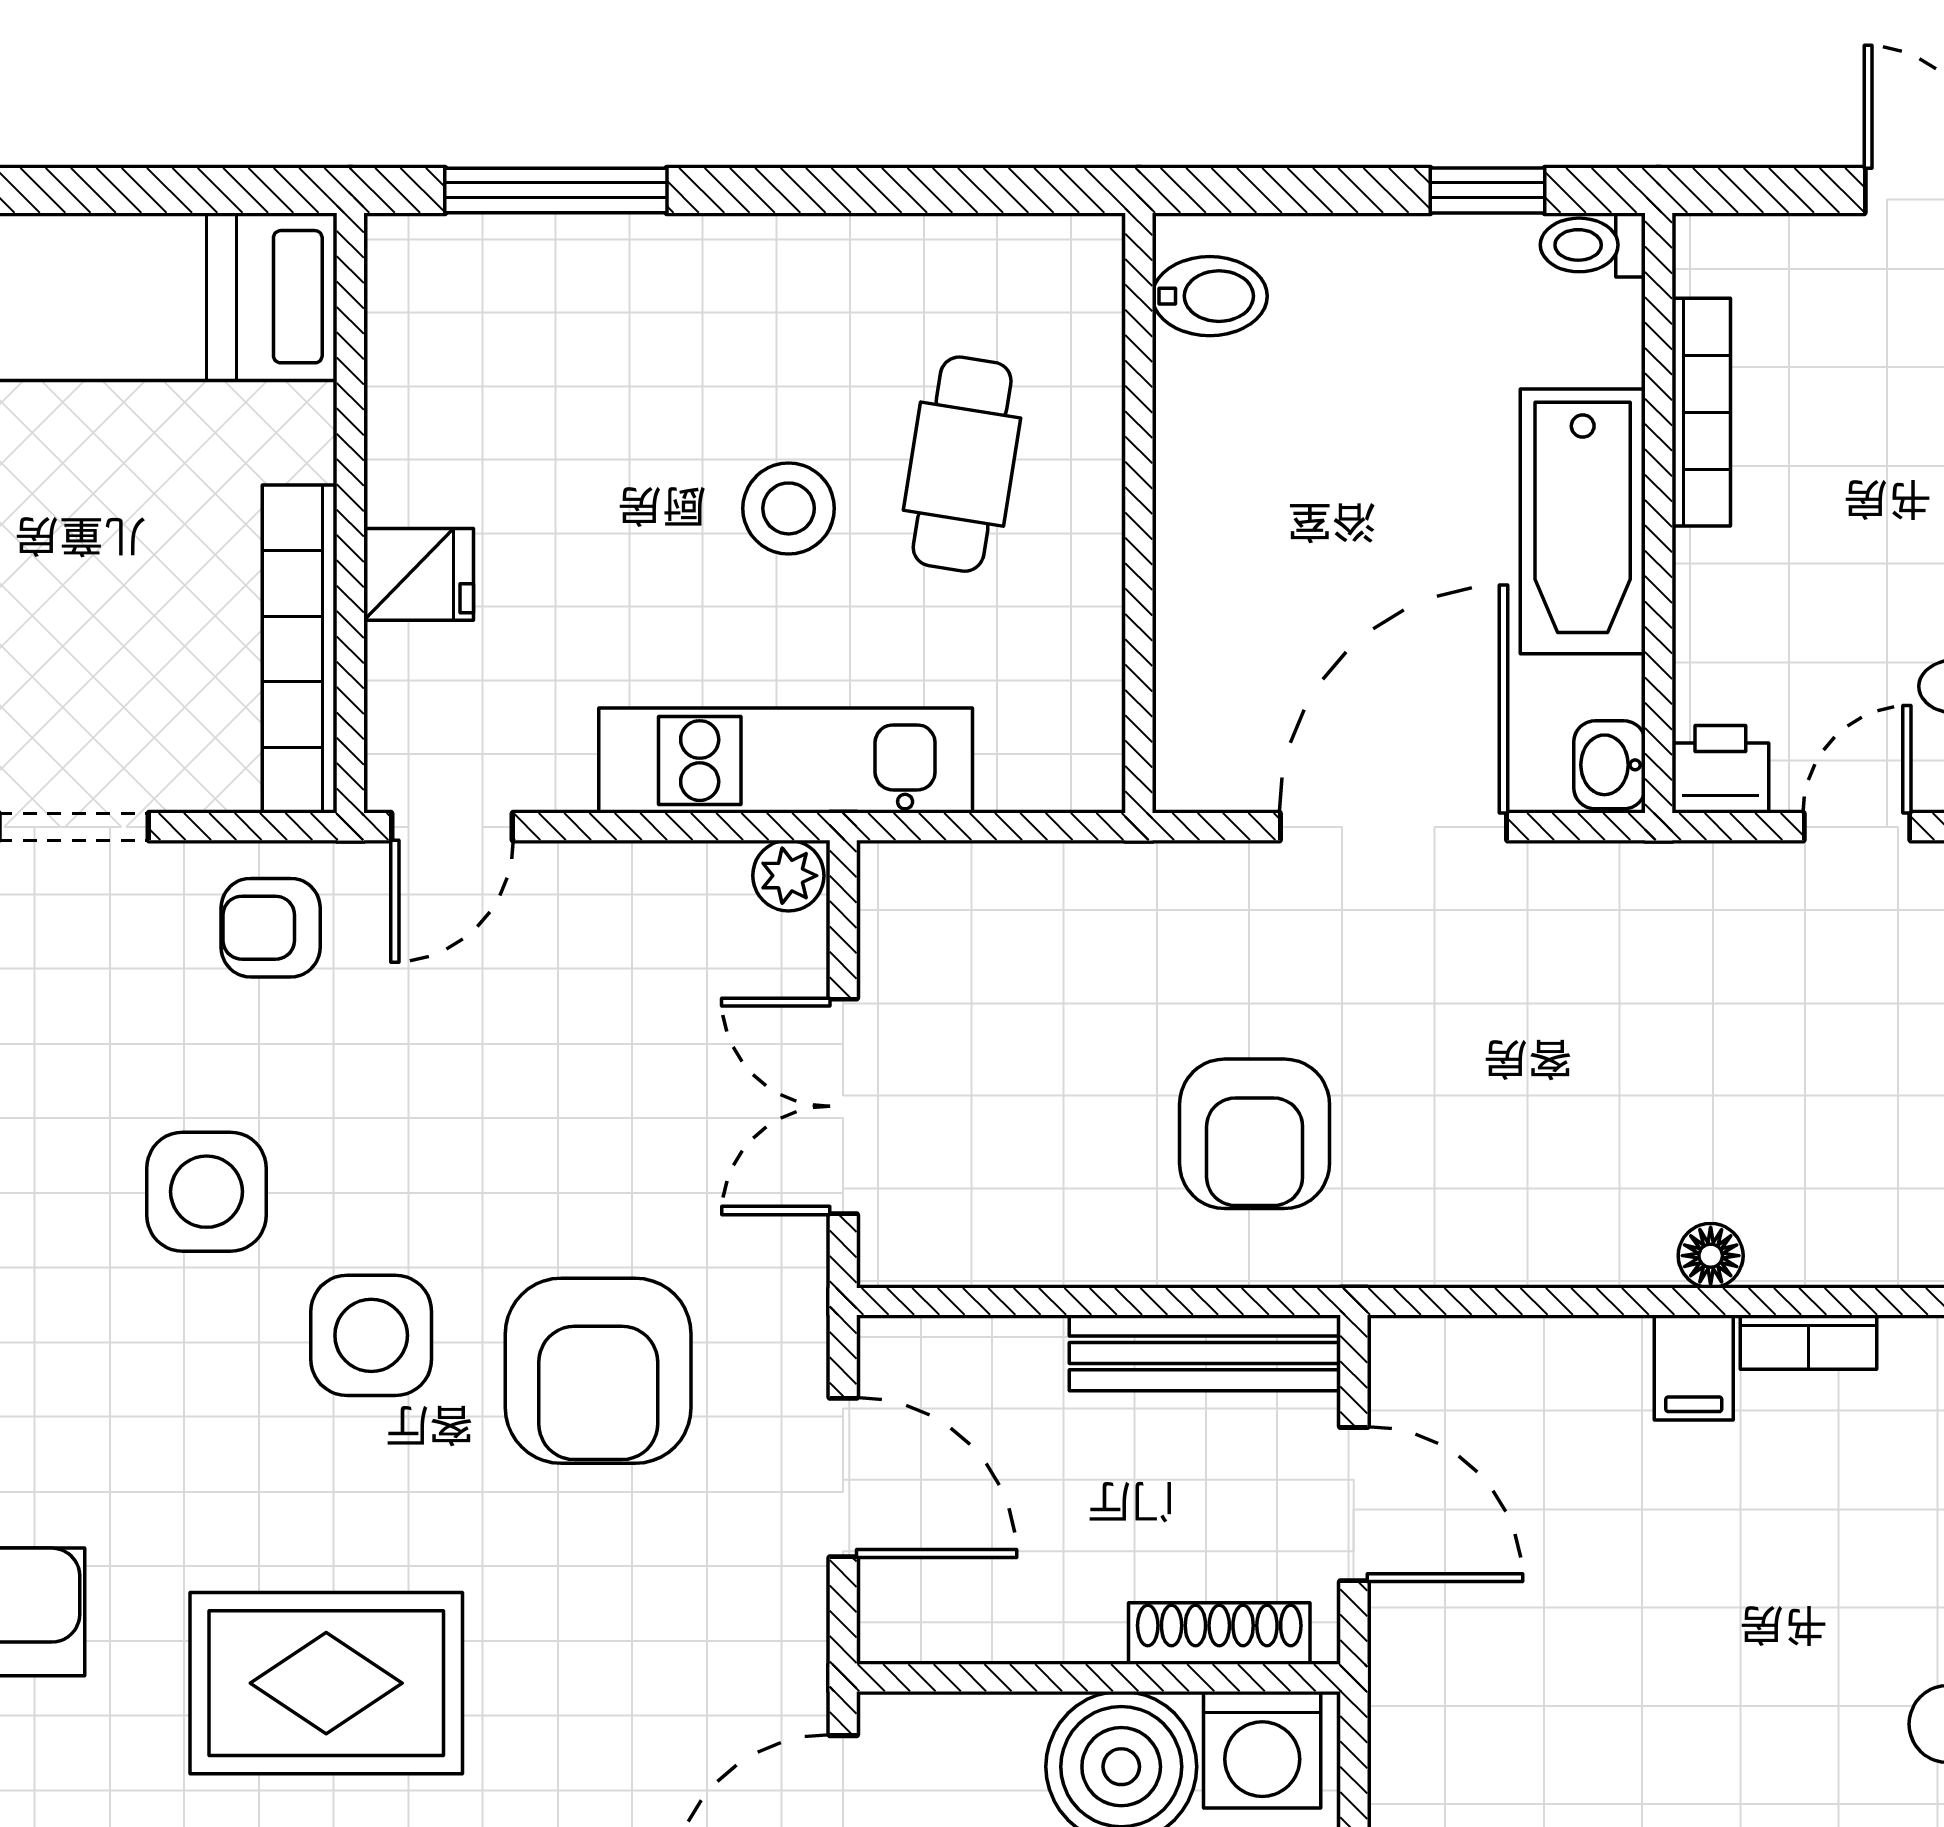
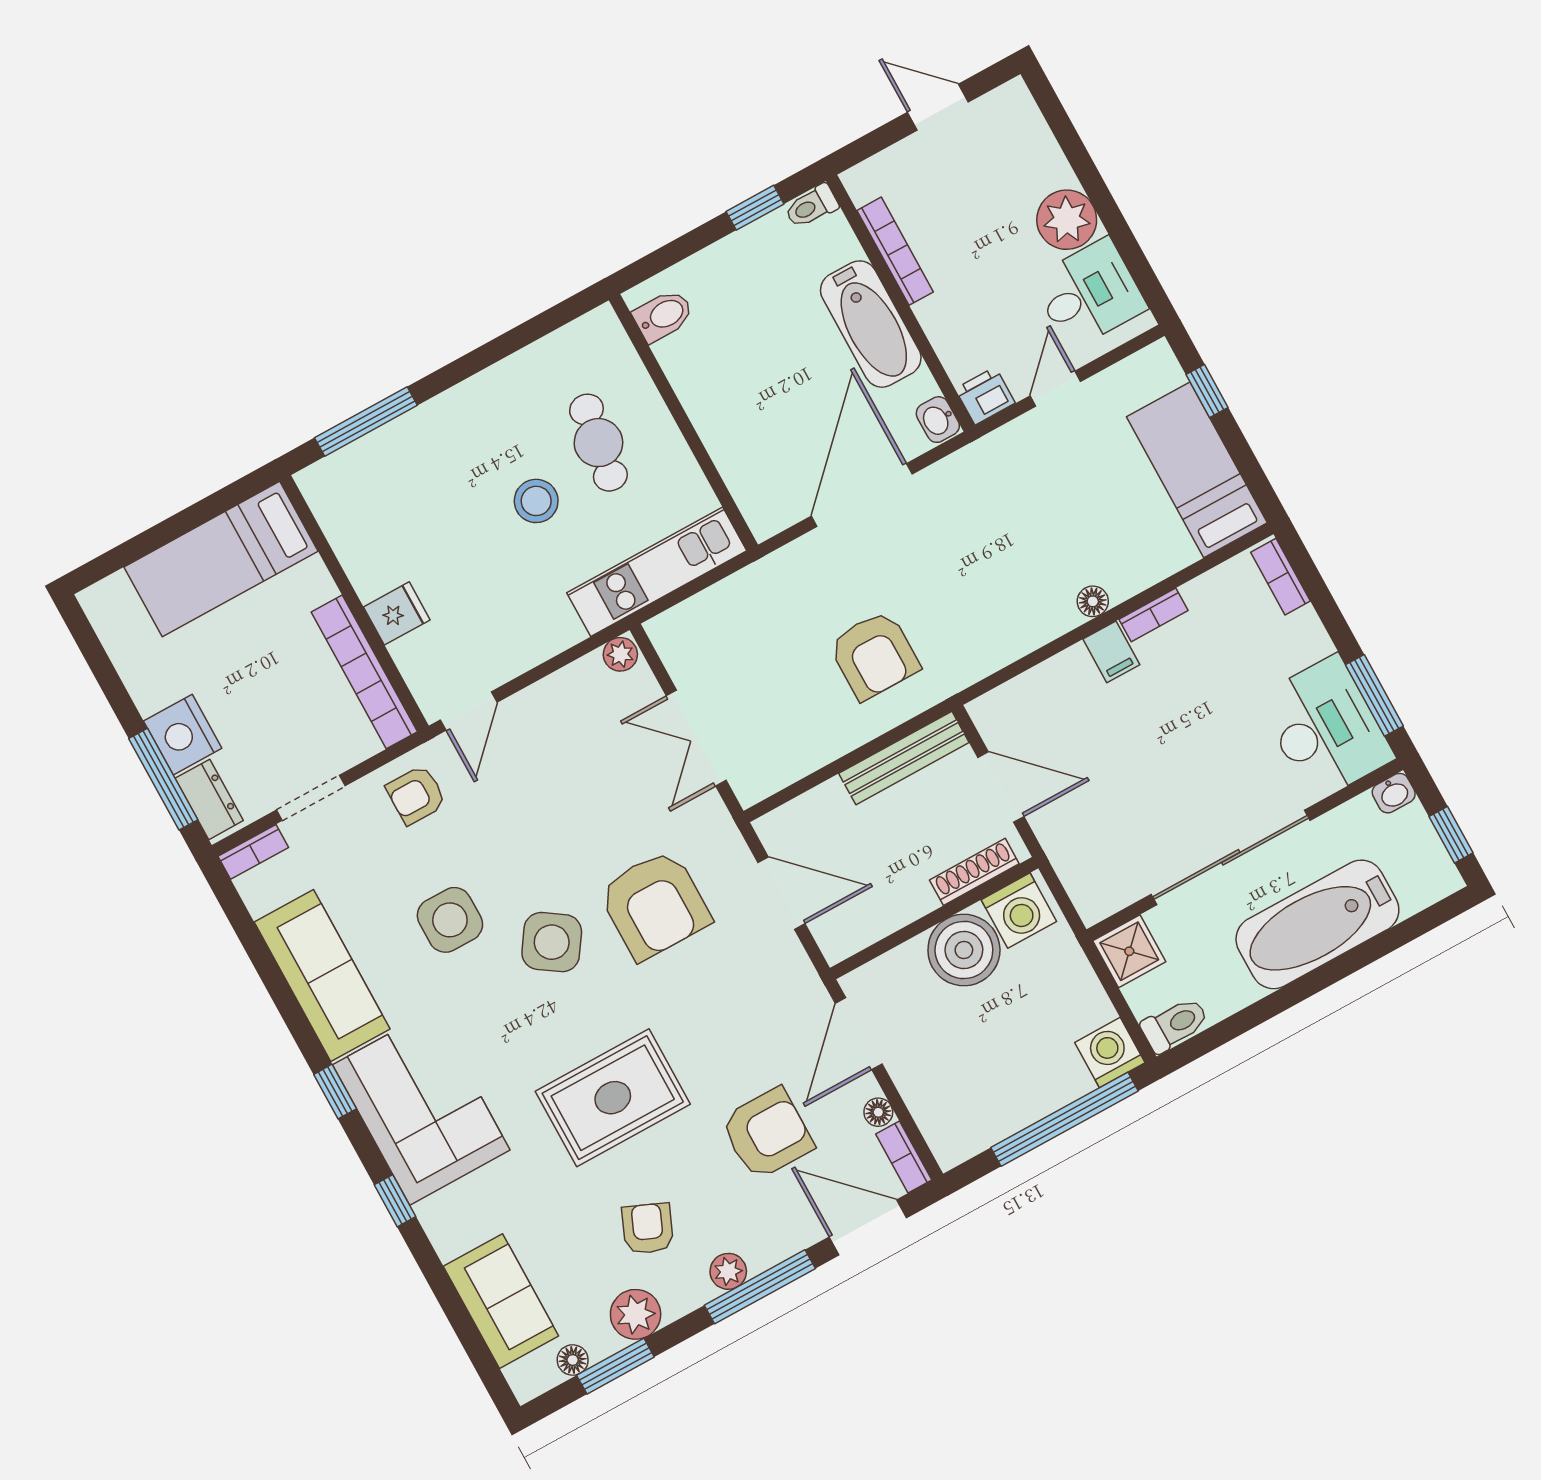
kitchen unit: (786, 761) -> (657, 572), moved
side table: (371, 1335) -> (552, 942), turned 34

